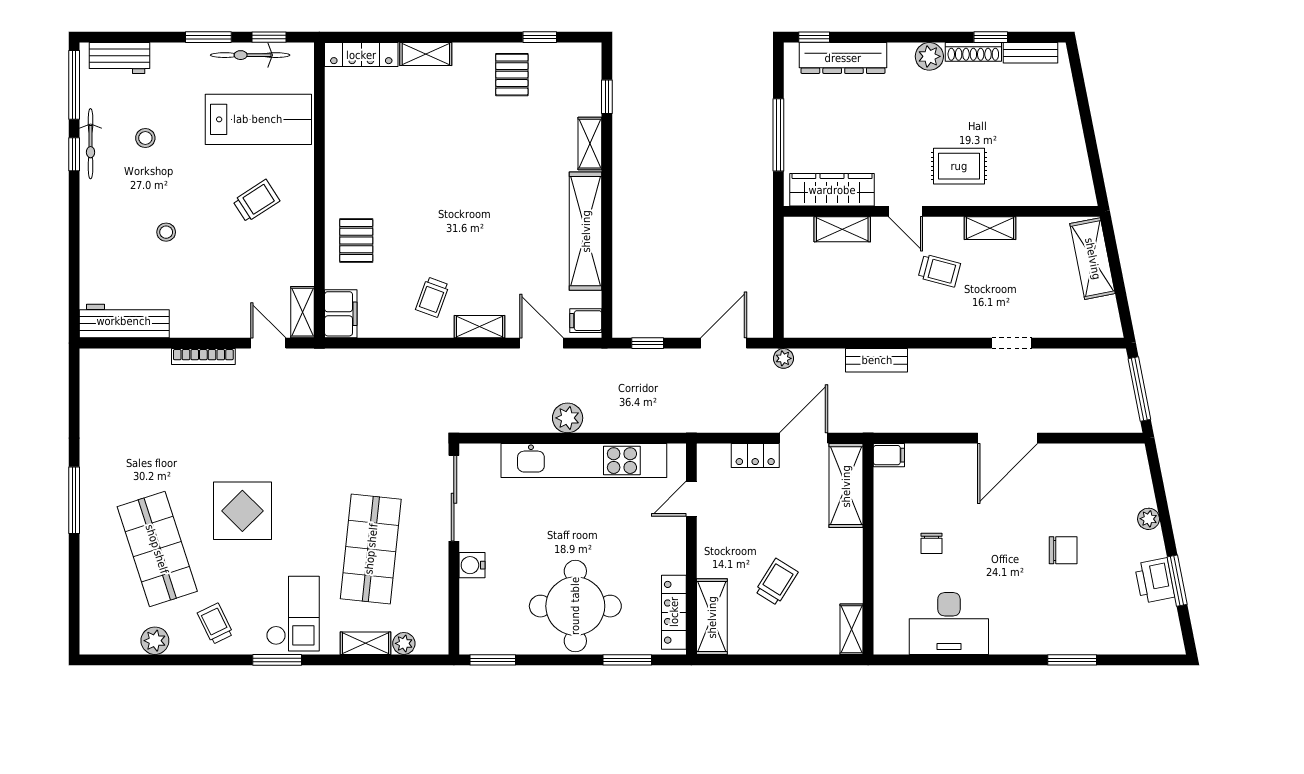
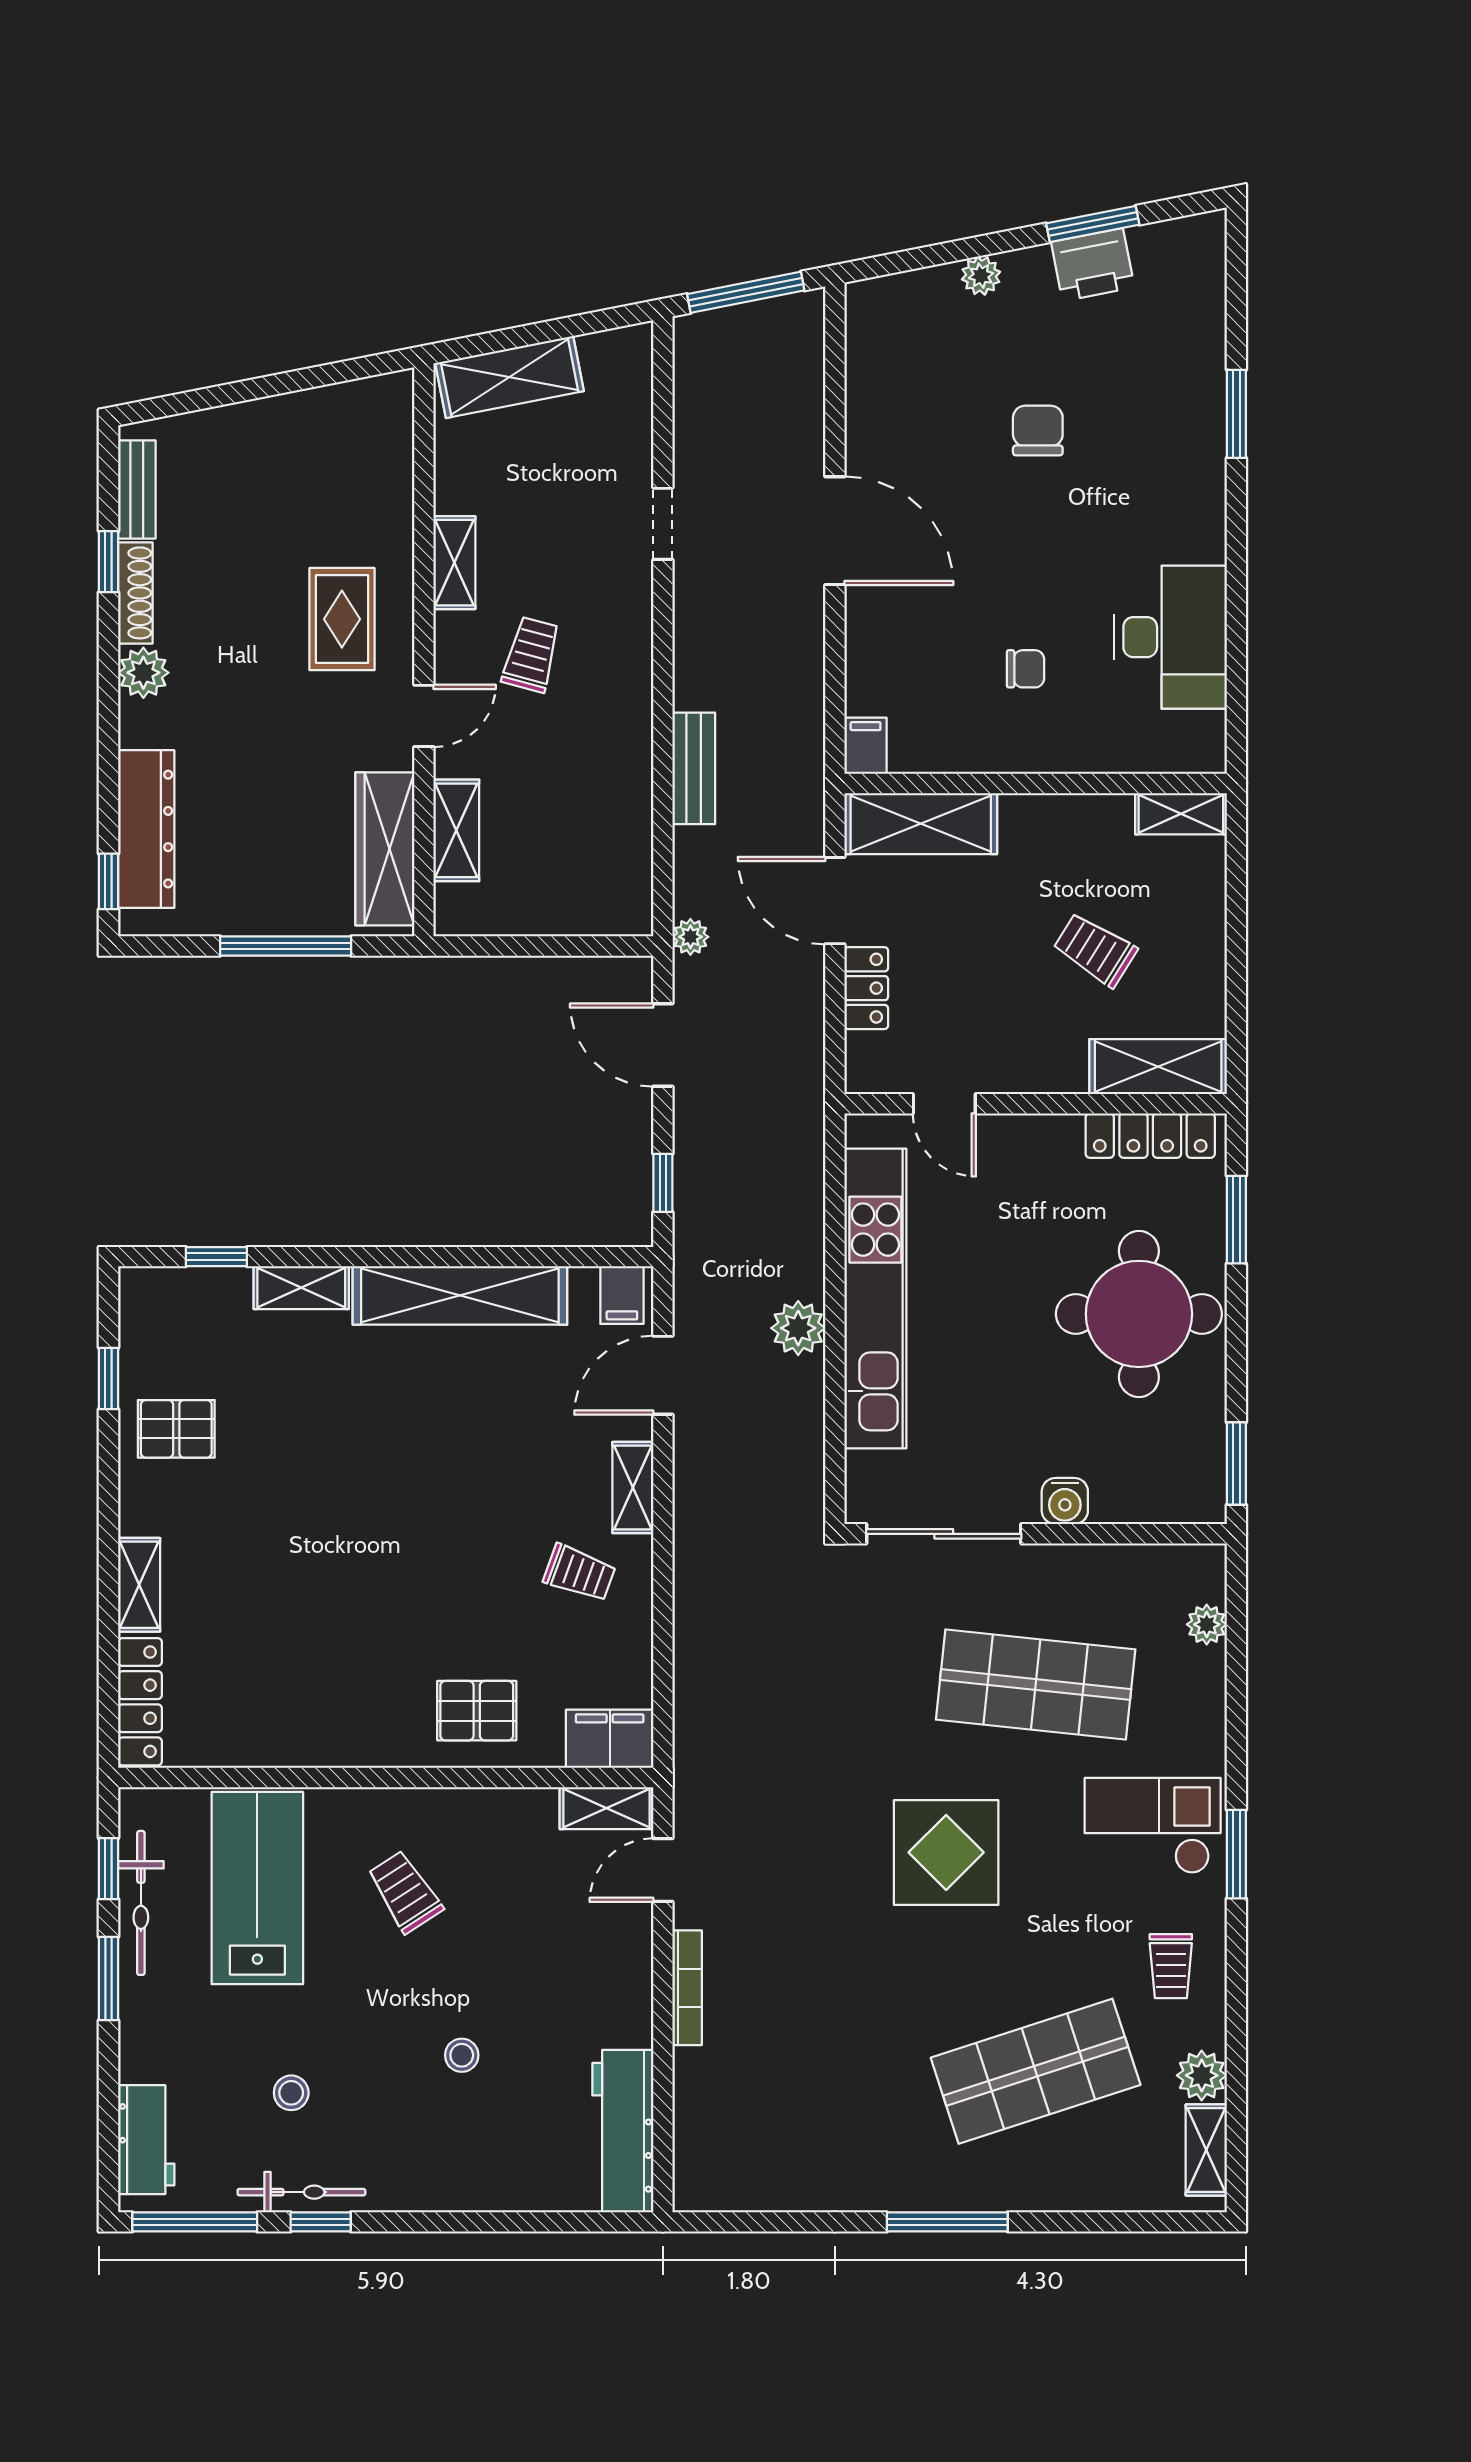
display table: (242, 511) -> (946, 1852), moved
trolley: (215, 624) -> (1171, 1966), turned -64
shelving: (366, 643) -> (1206, 2150), moved

